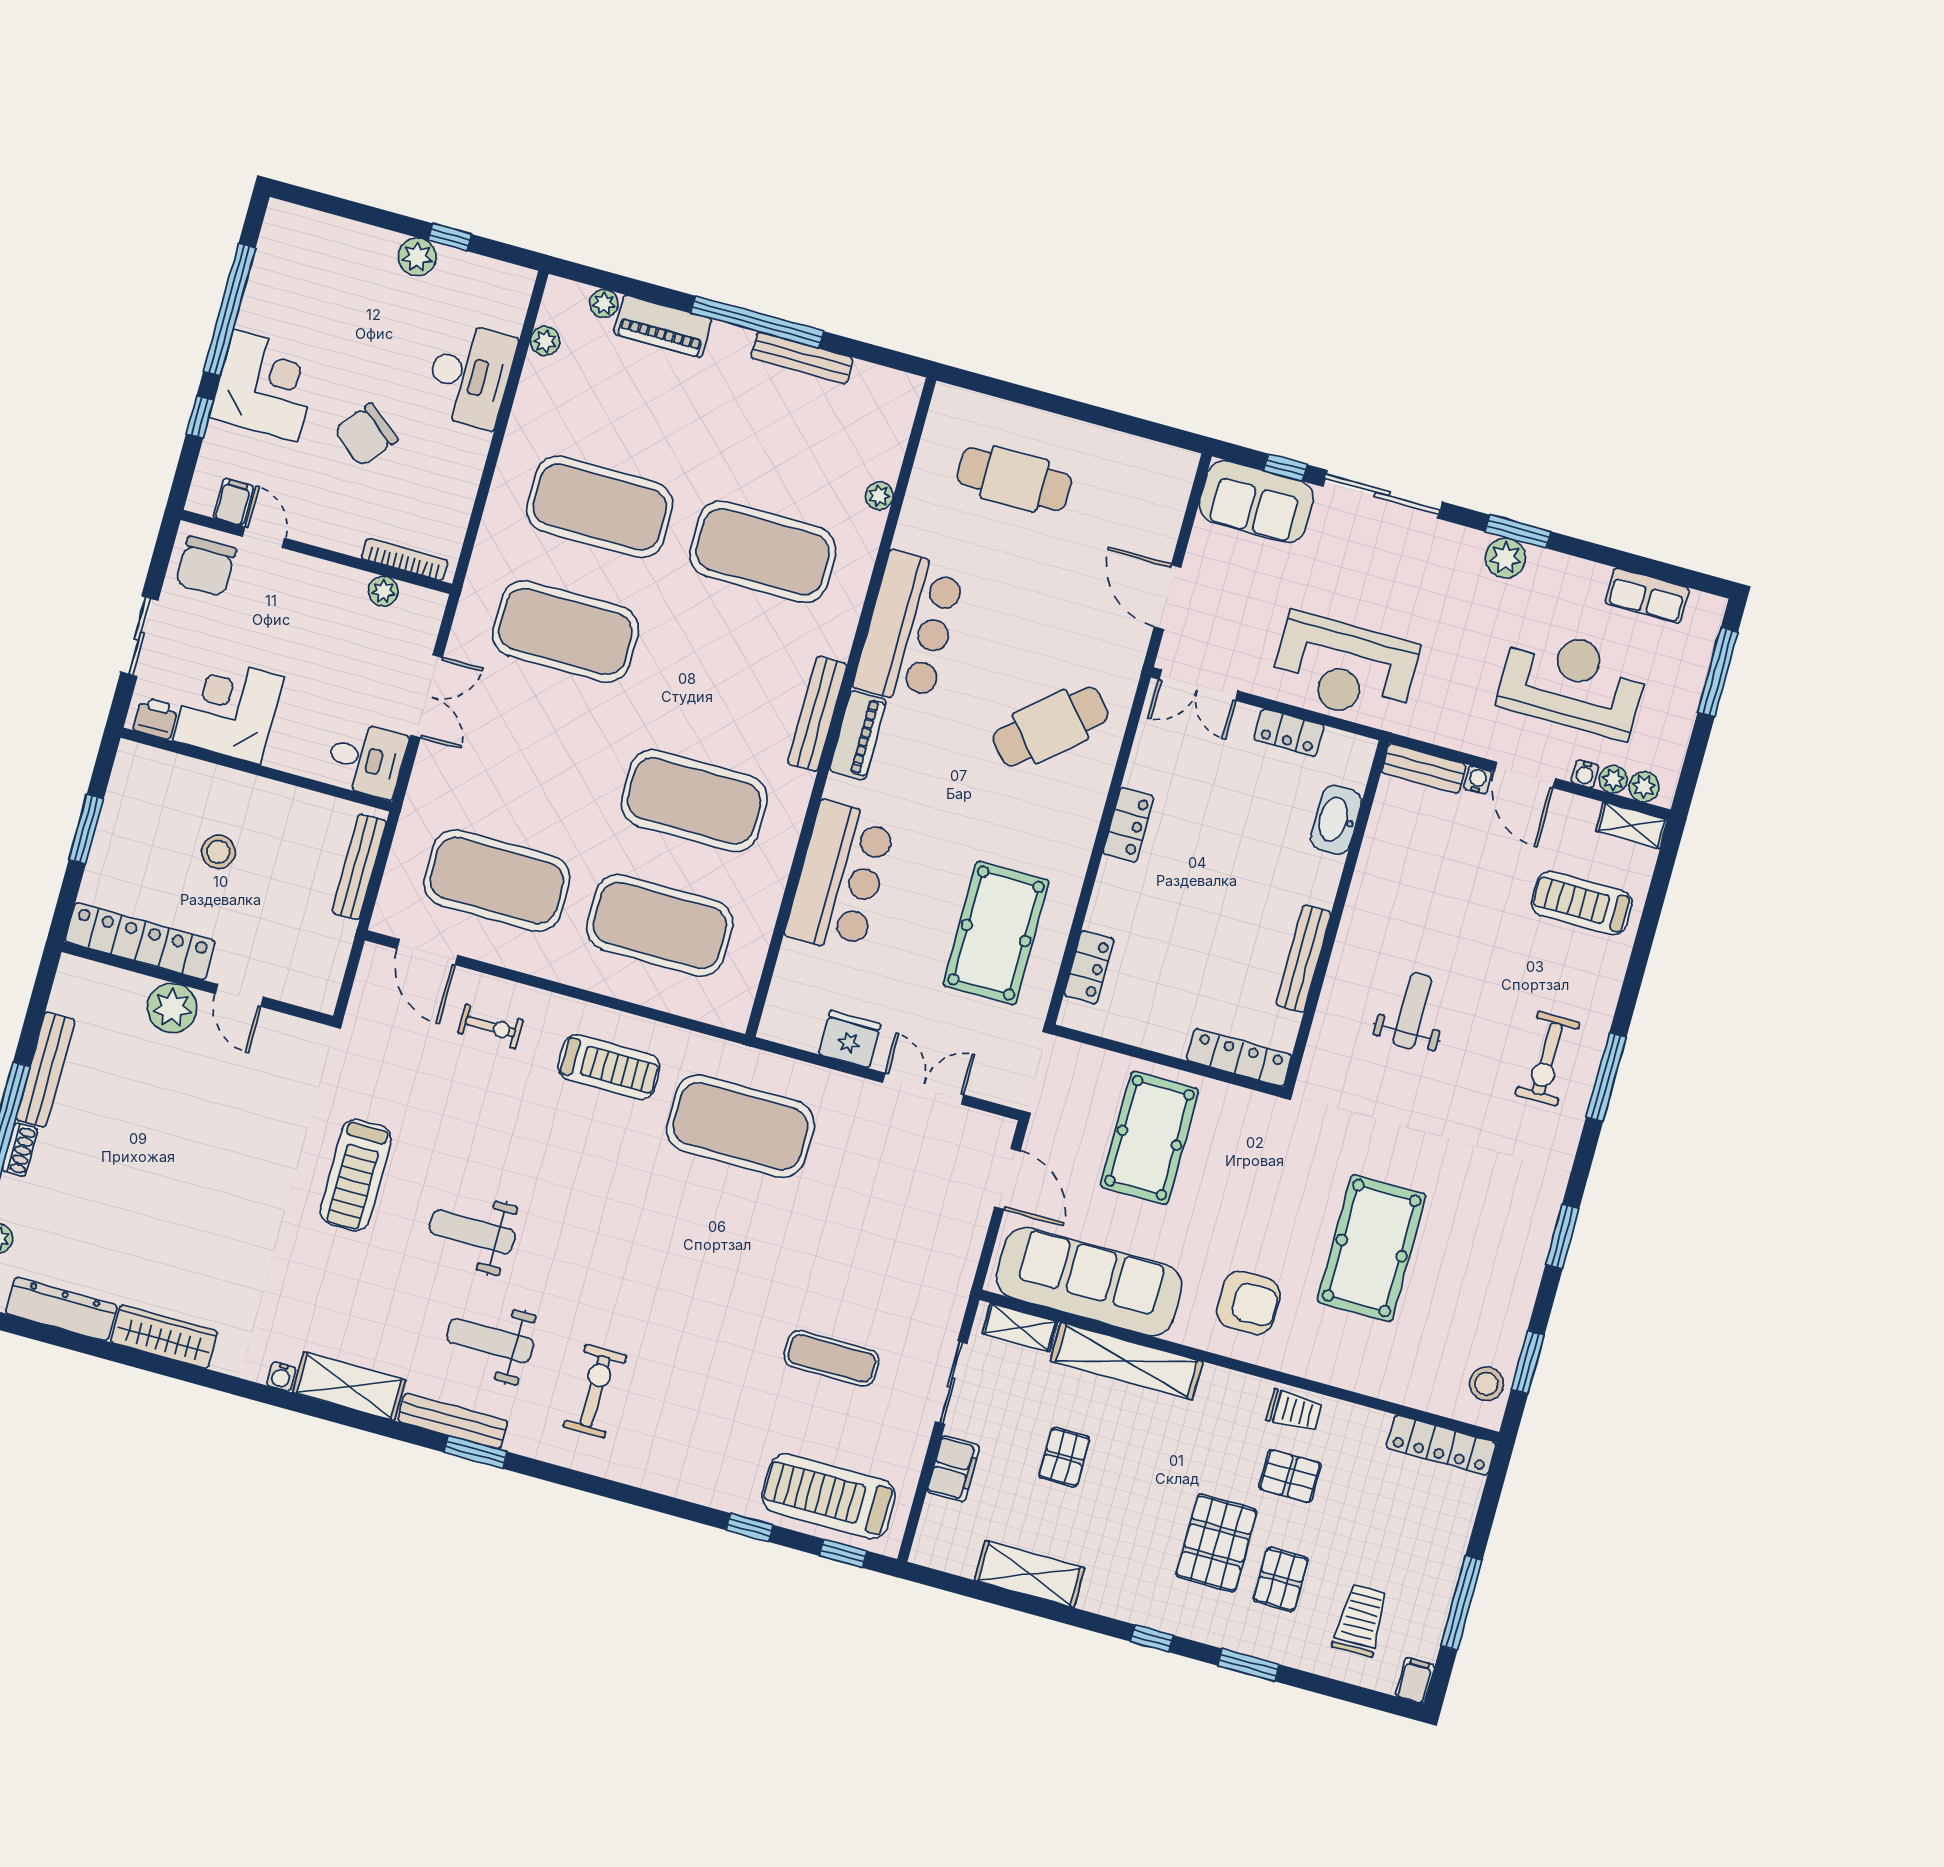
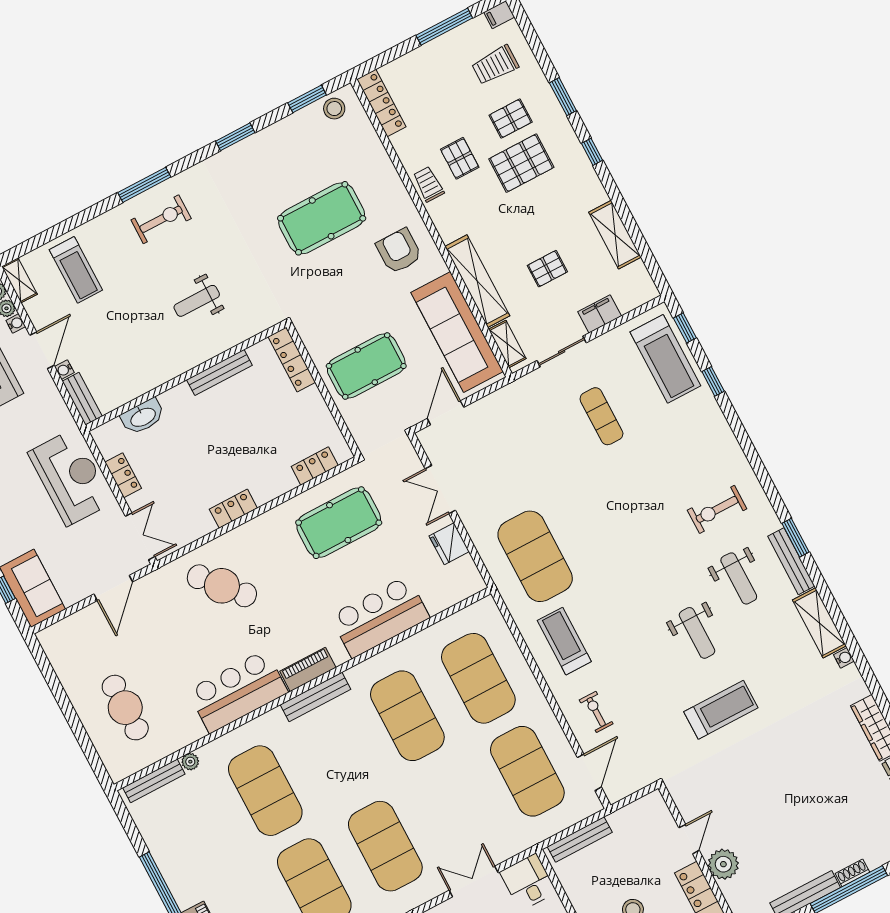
bench: (802, 358) -> (154, 781), moved, turned 90

